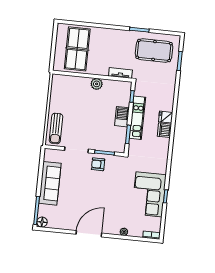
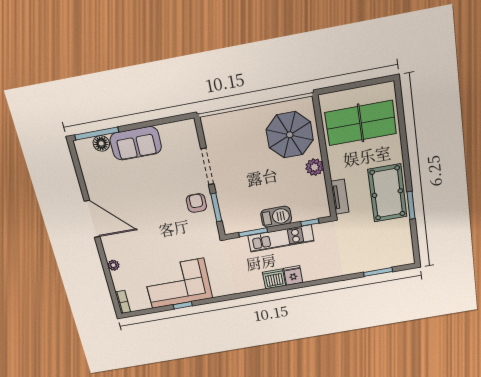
pool table: (154, 50) -> (387, 193), moved
parasol: (72, 94) -> (290, 135), added
sun lounger: (56, 128) -> (230, 126), removed
sofa: (50, 183) -> (136, 143), width x0.73
floor lamp: (42, 222) -> (101, 143), moved

